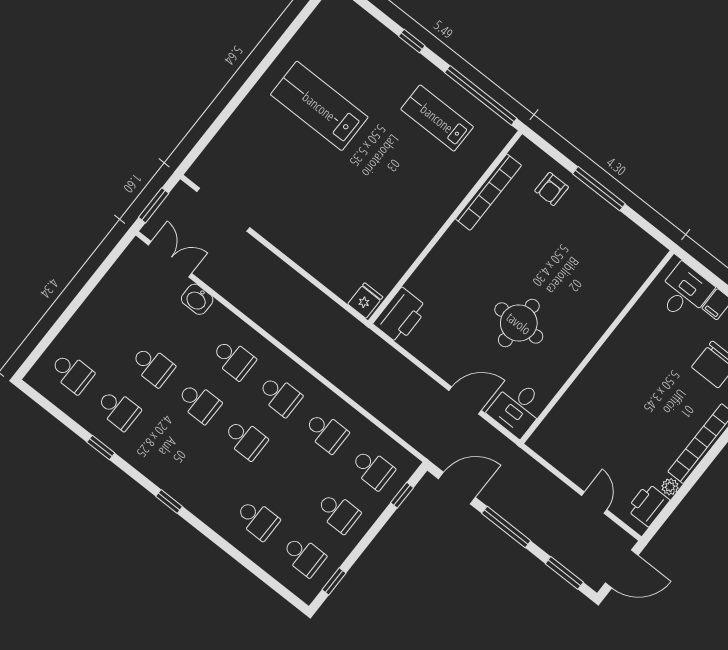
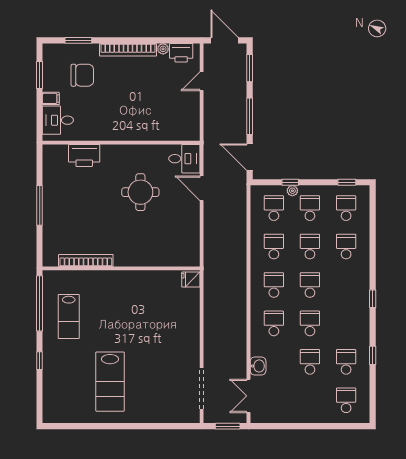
armchair: (552, 189) -> (59, 229), removed
printer: (401, 316) -> (84, 155), moved, turned 180
school desk: (292, 476) -> (310, 247), added
window: (402, 495) -> (290, 182), moved
plant: (376, 508) -> (292, 191), added

